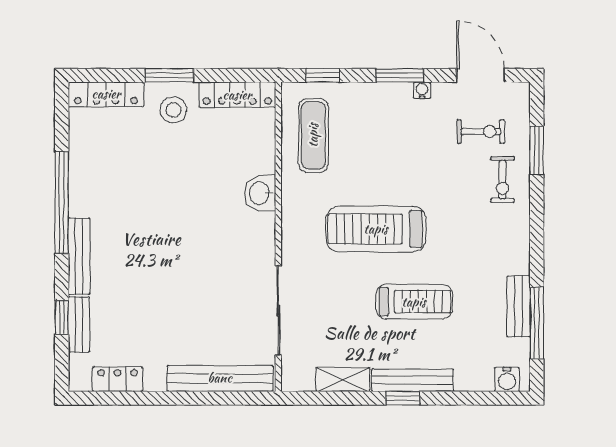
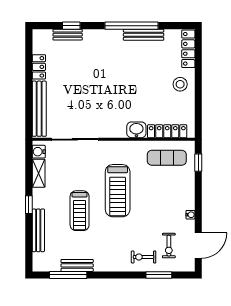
window: (169, 75) -> (198, 82), removed
window: (400, 75) -> (198, 203), removed
locker: (237, 95) -> (167, 131), moved, turned 90
treadmill: (376, 229) -> (118, 191), turned 180
bench: (79, 256) -> (144, 35), moved
locker: (118, 379) -> (39, 67), moved
water cooler: (507, 379) -> (39, 152), moved
bench: (413, 380) -> (38, 230), moved

